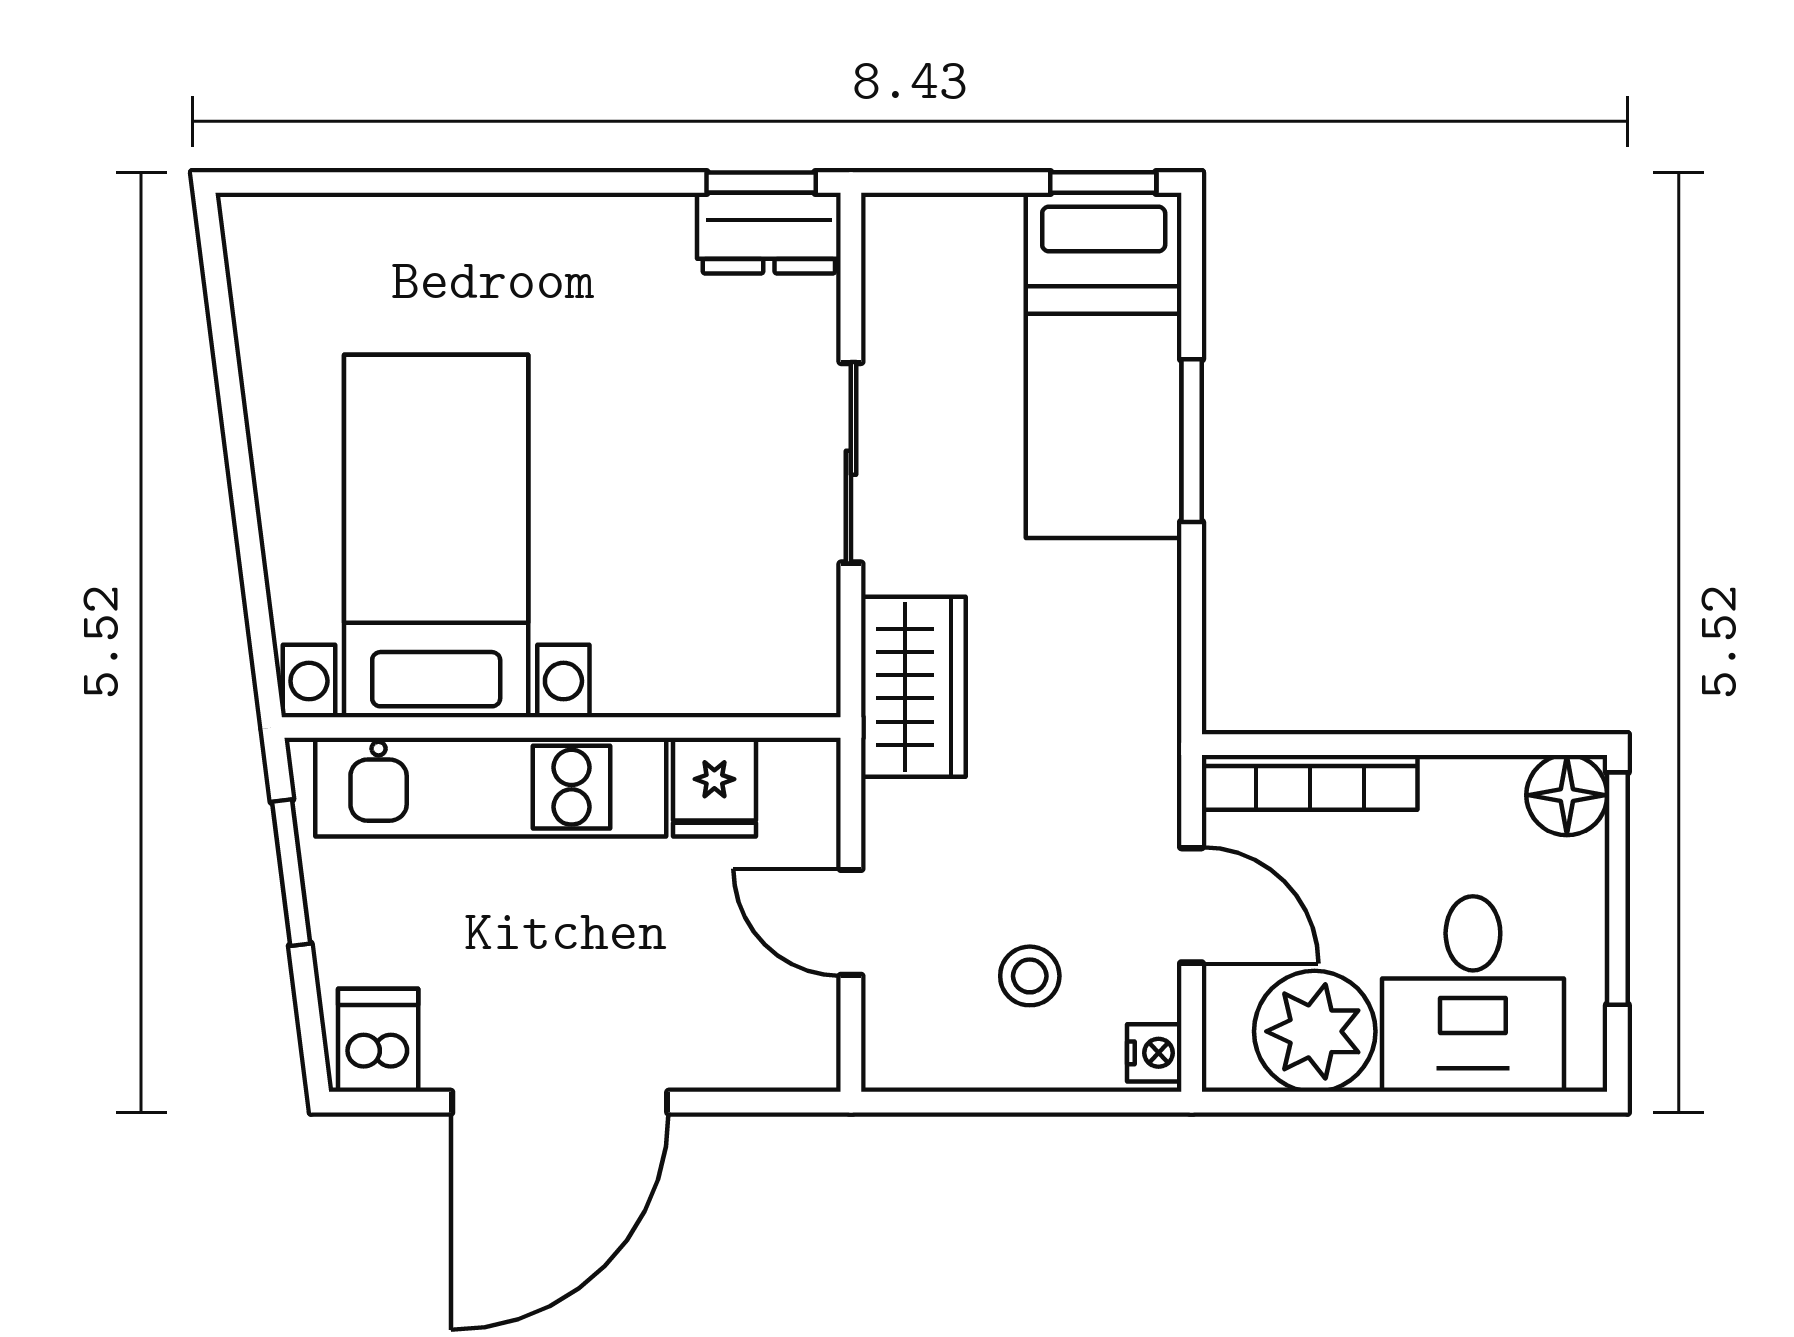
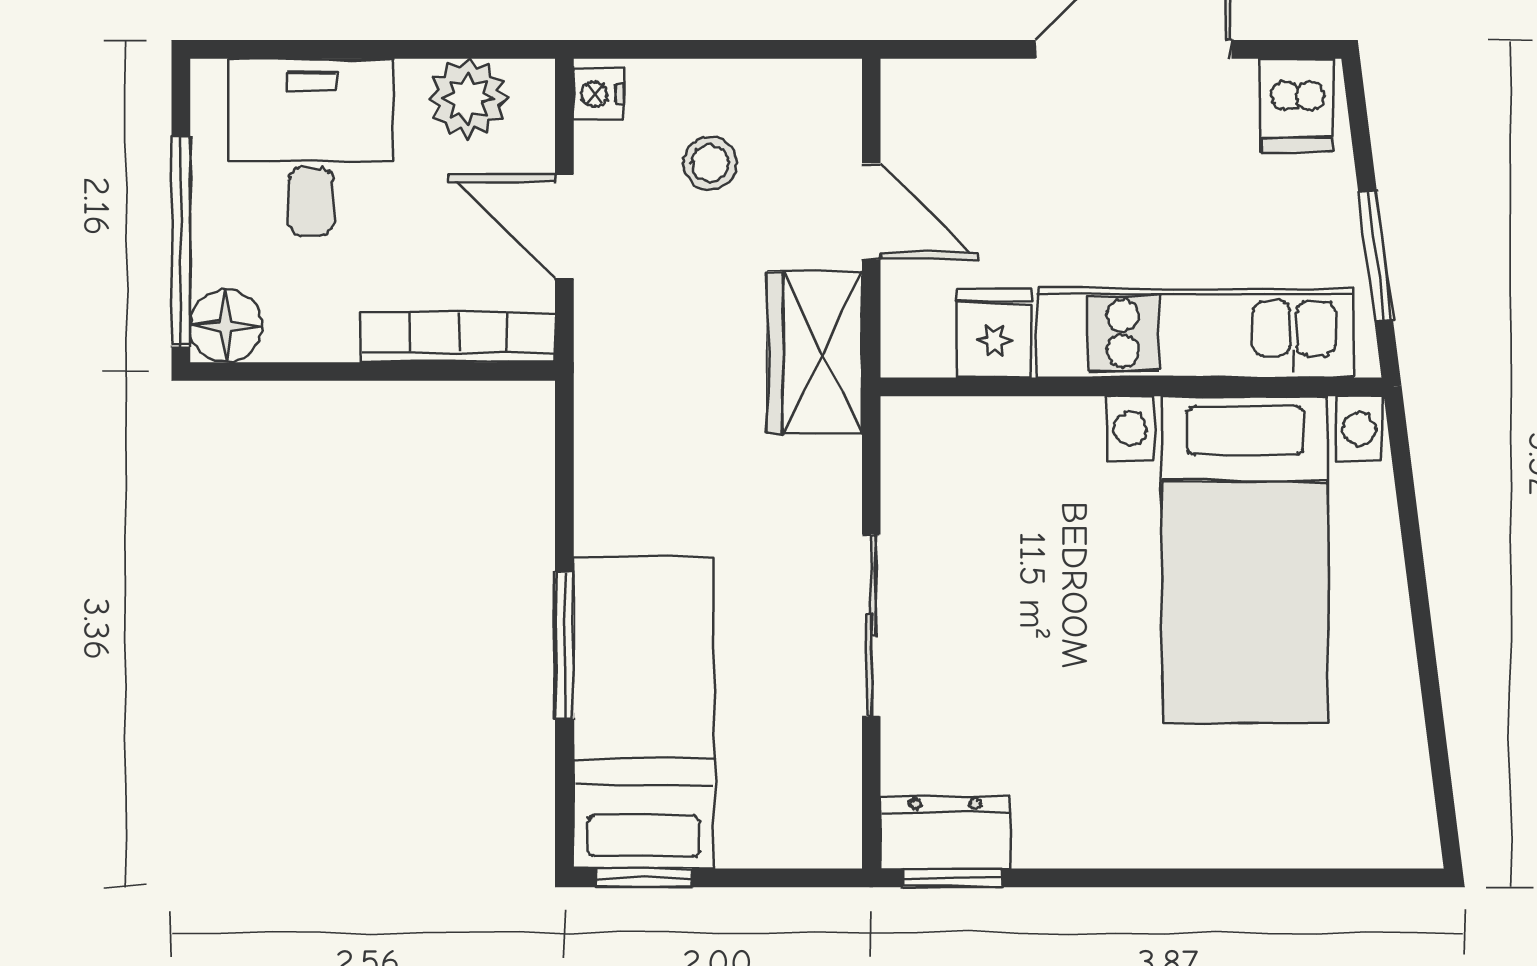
wardrobe: (913, 687) -> (815, 352), moved
plant: (1315, 1031) -> (468, 99), width x0.73, depth x0.73

